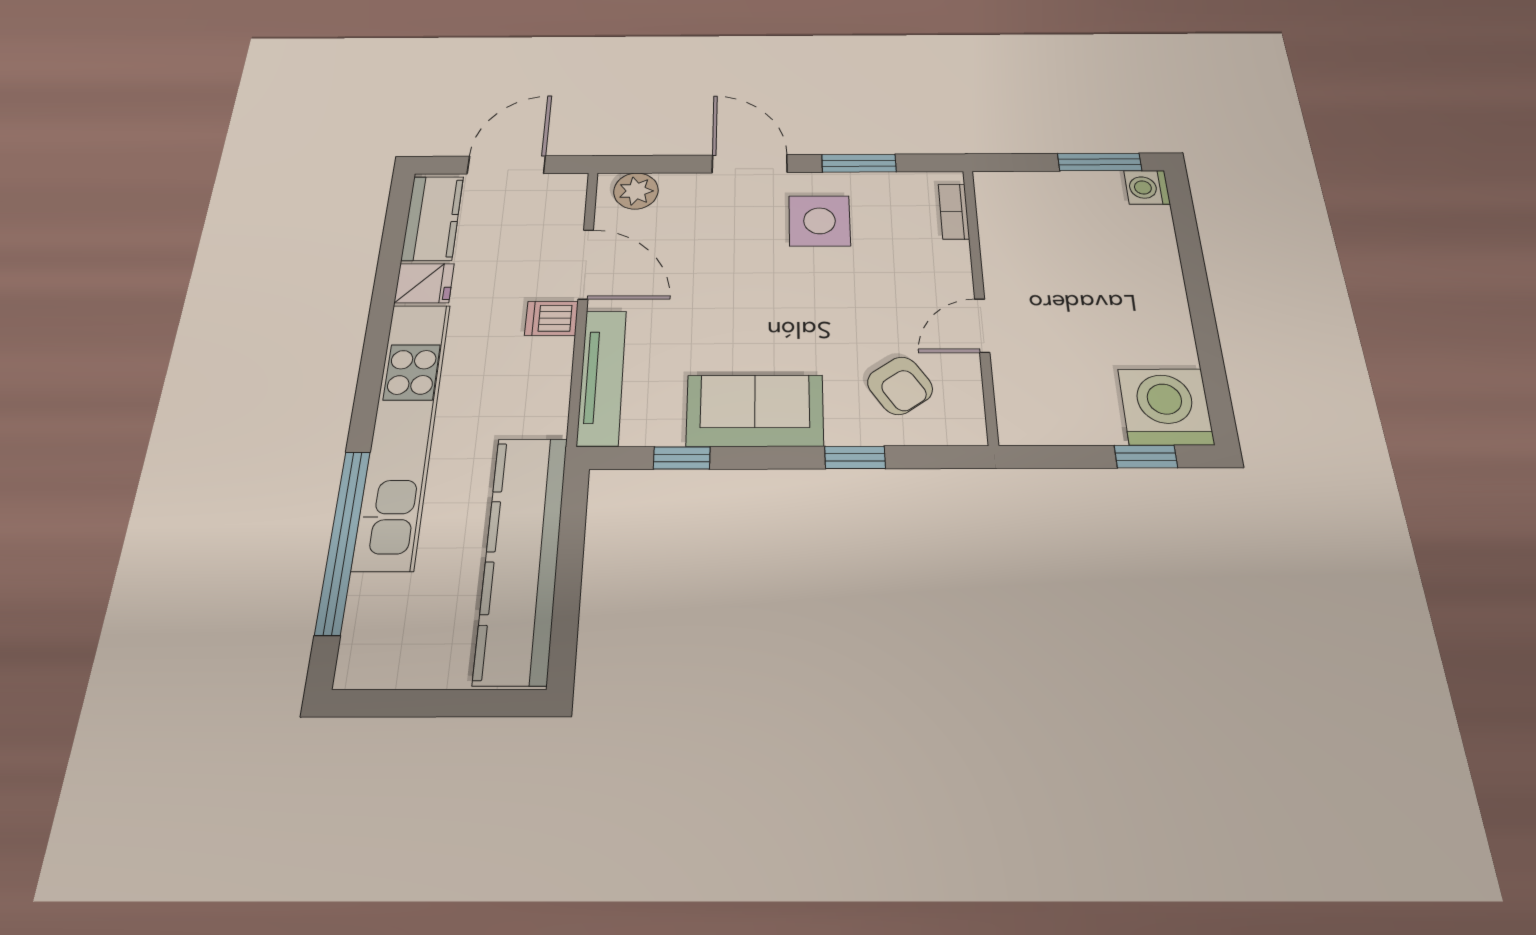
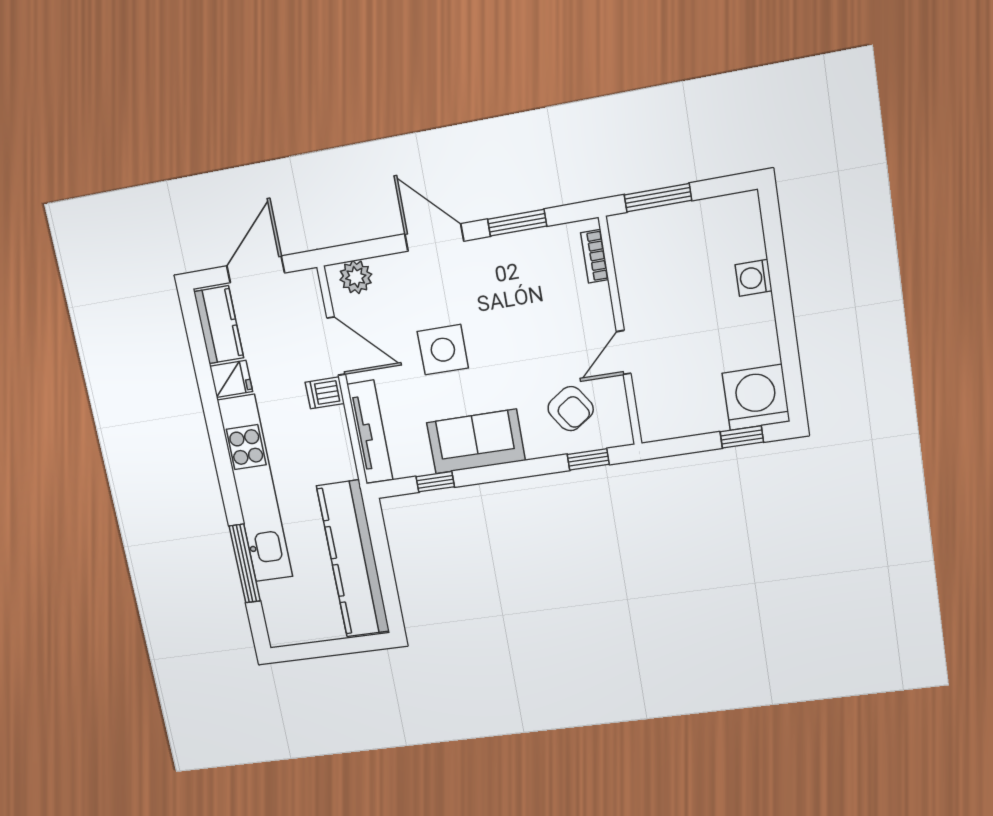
window: (1100, 162) -> (658, 198), moved
washing machine: (1147, 187) -> (754, 278), moved
side table: (819, 221) -> (443, 350), moved
window: (855, 457) -> (588, 459), moved
window: (343, 541) -> (245, 564), width x0.68

